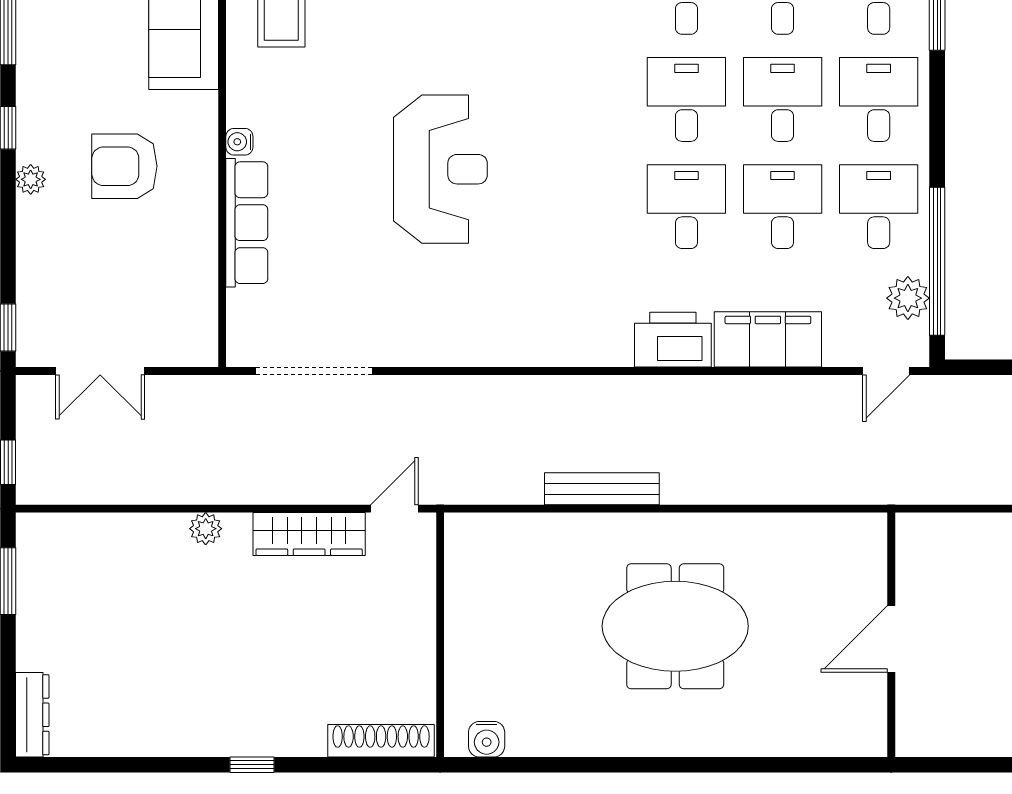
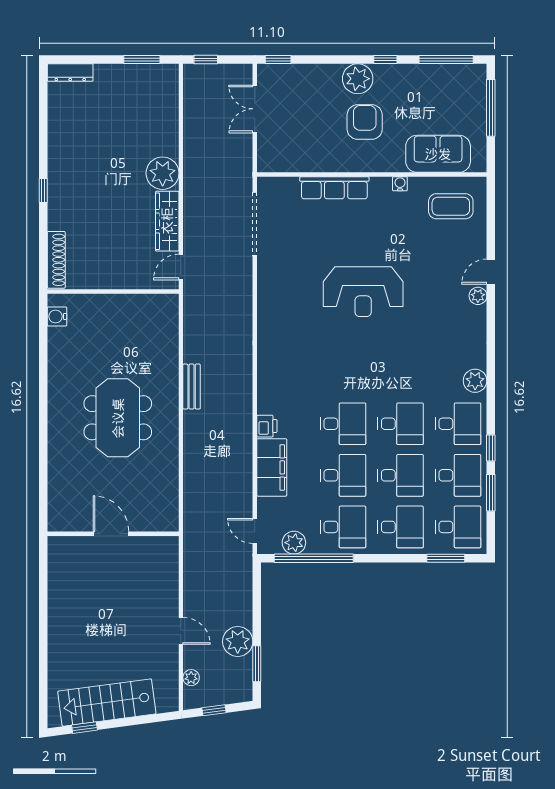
water cooler: (239, 142) -> (400, 184), moved
plant: (31, 179) -> (358, 79), width x1.87, depth x1.87
printer: (673, 340) -> (267, 426), width x0.53, depth x0.68
bench: (602, 489) -> (192, 387), width x0.73
door: (394, 509) -> (181, 267), swing flipped
plant: (206, 529) -> (163, 173), width x1.88, depth x1.88

